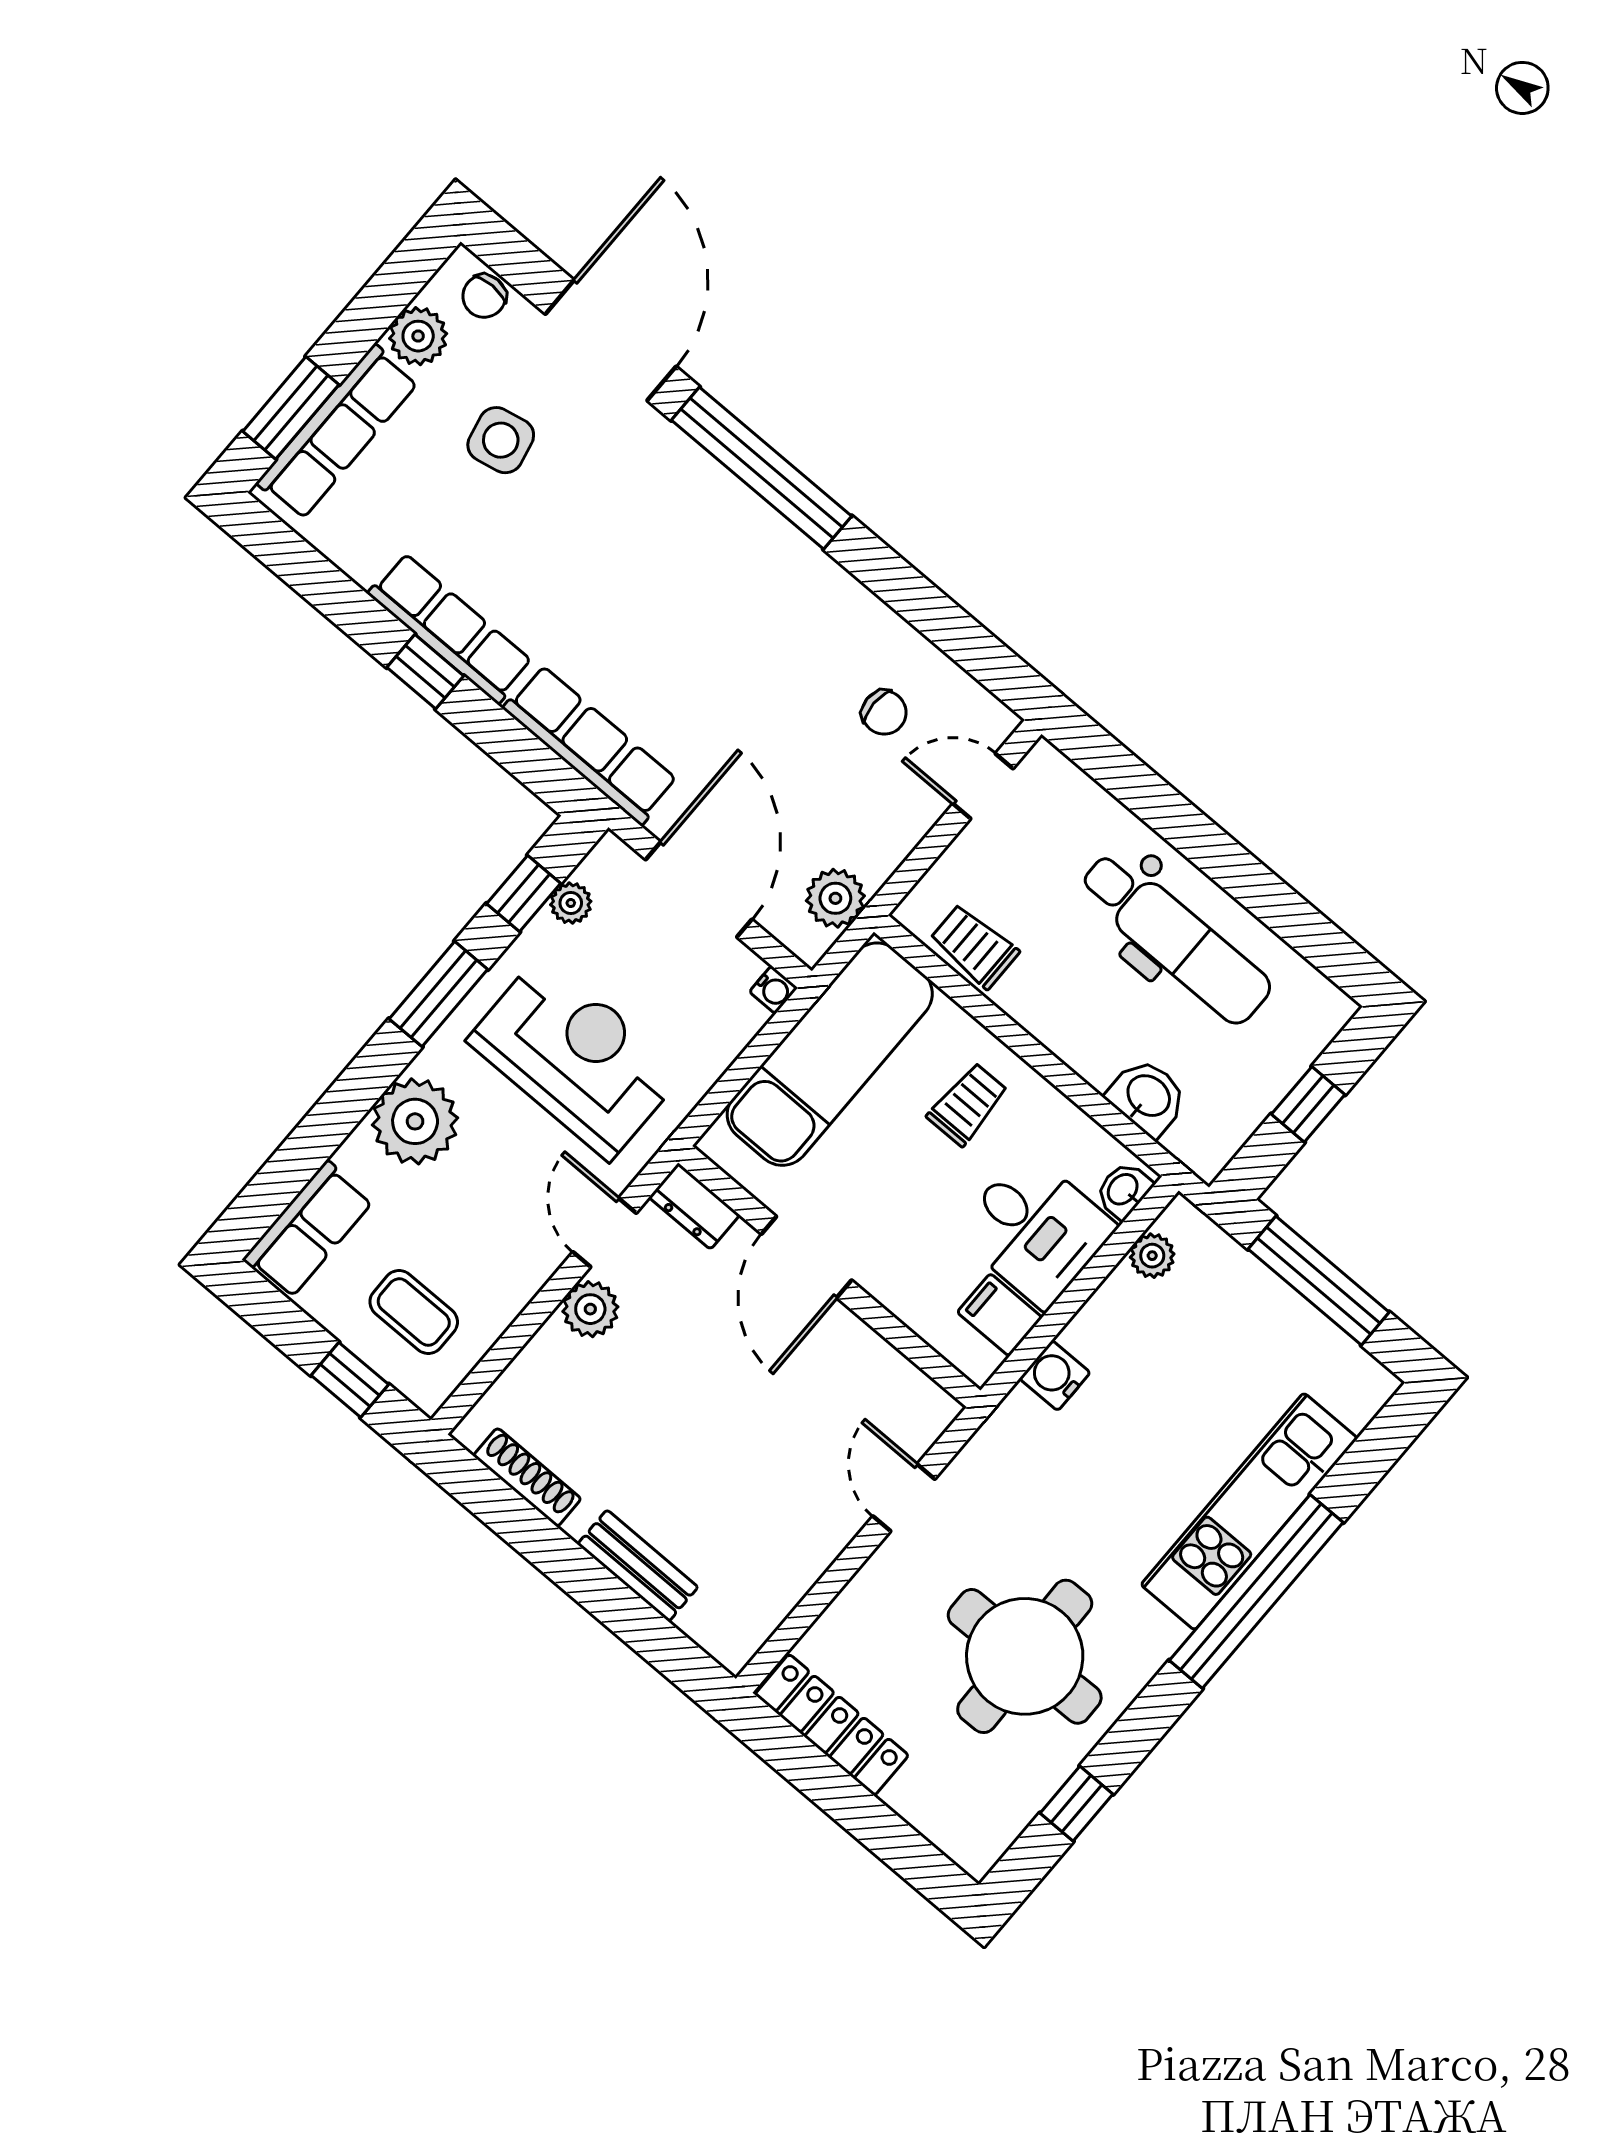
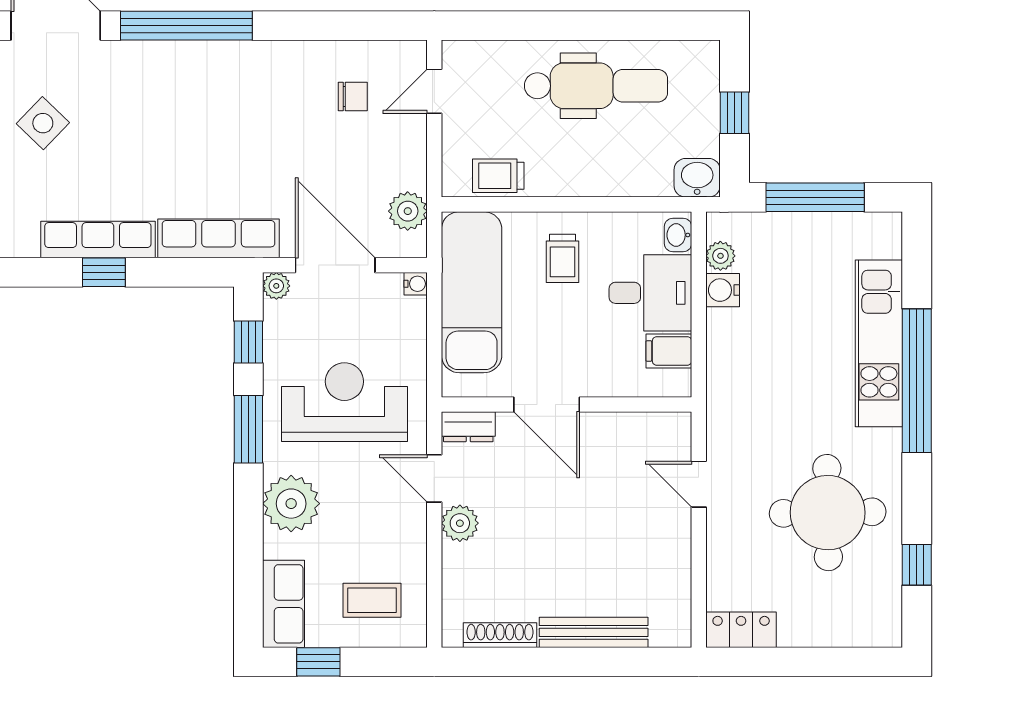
side table: (501, 440) -> (43, 123), turned -34
plant: (571, 903) -> (276, 286), moved
washbasin: (1148, 1097) -> (697, 178), moved
trolley: (968, 1104) -> (563, 258), turned 180
water cooler: (1055, 1375) -> (723, 290), moved
window: (350, 1380) -> (318, 662), moved
bench: (638, 1566) -> (594, 632), width x1.36
locker: (832, 1725) -> (741, 630), width x0.66

